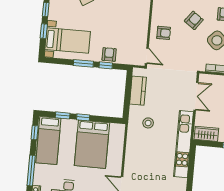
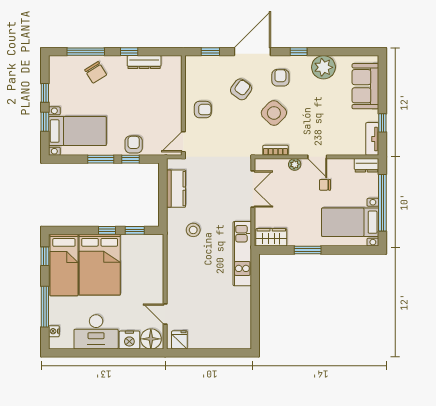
door: (147, 56) -> (183, 142), swing flipped
window: (63, 115) -> (135, 230), moved
bed: (92, 144) -> (100, 265), moved
kitchen unit: (183, 144) -> (242, 254), width x0.73

